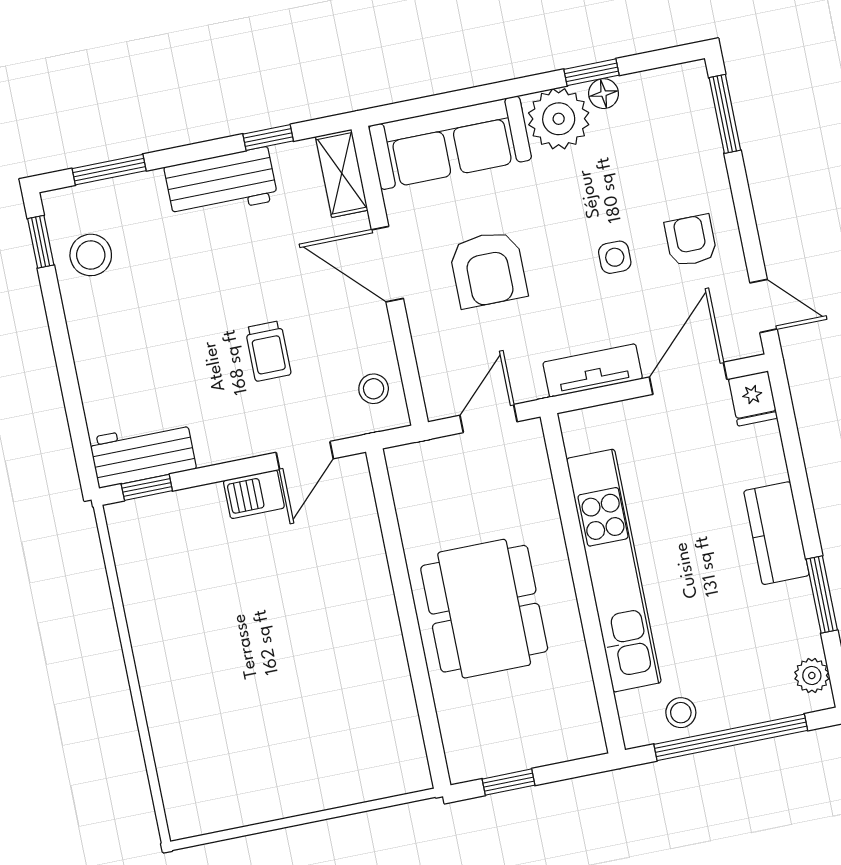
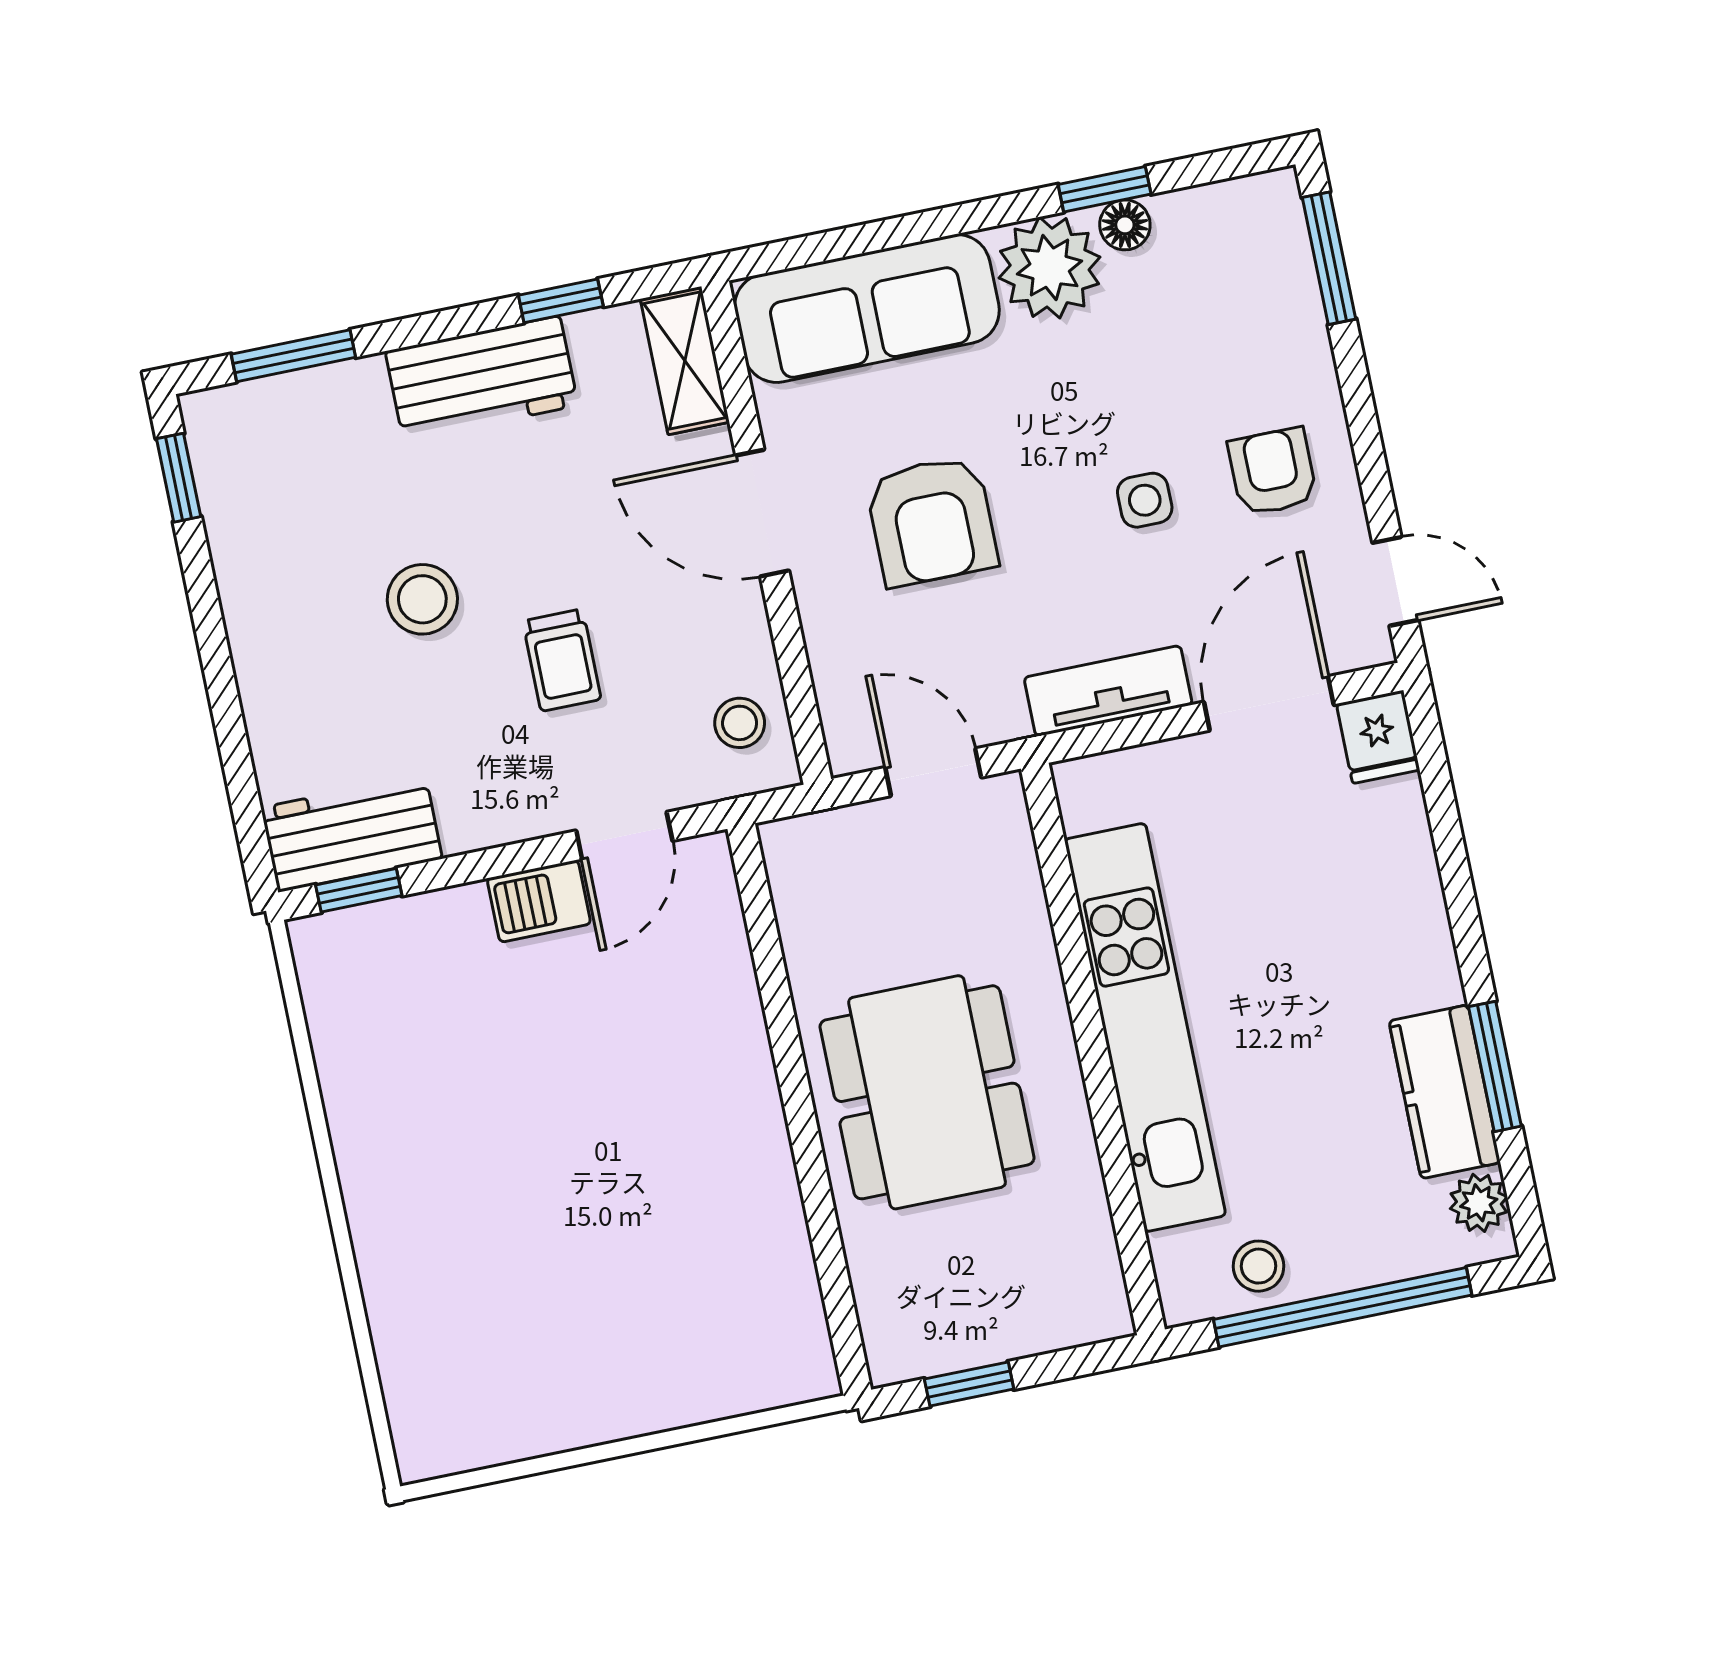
stool: (91, 255) -> (422, 599), moved
door: (488, 419) -> (933, 772), hinge flipped
kitchen counter: (776, 533) -> (1445, 1092), moved

